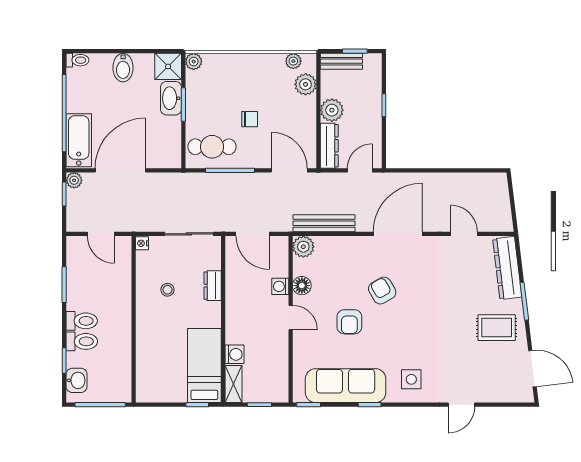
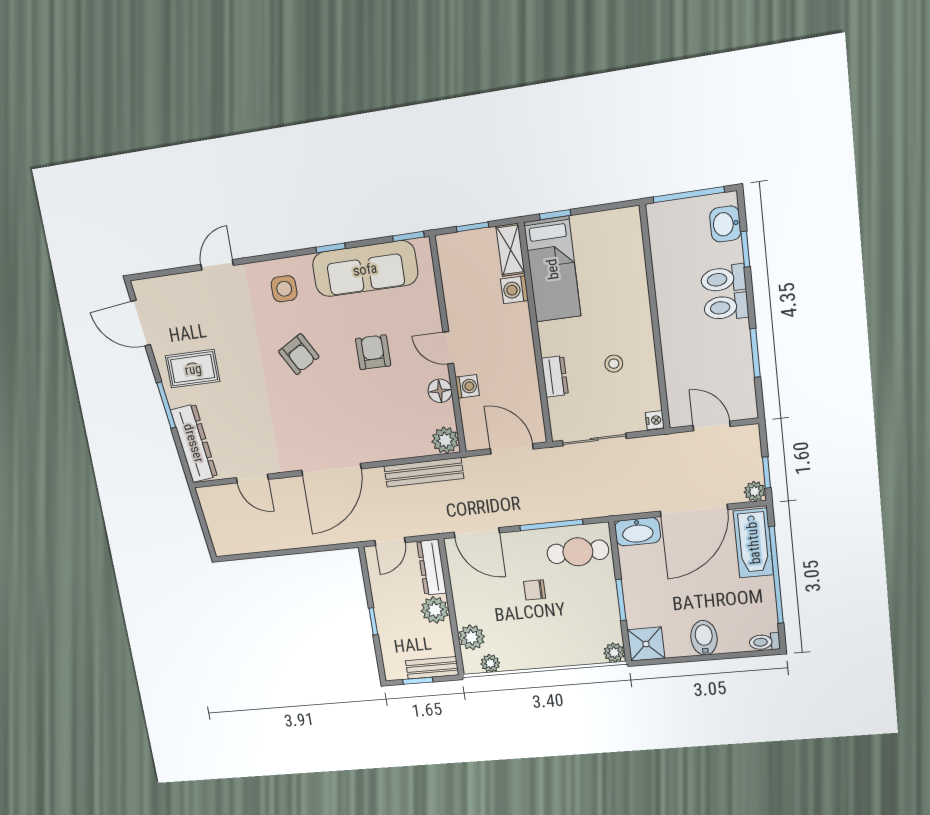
washbasin: (171, 98) -> (638, 532), moved, turned 90
armchair: (382, 291) -> (299, 354), moved

